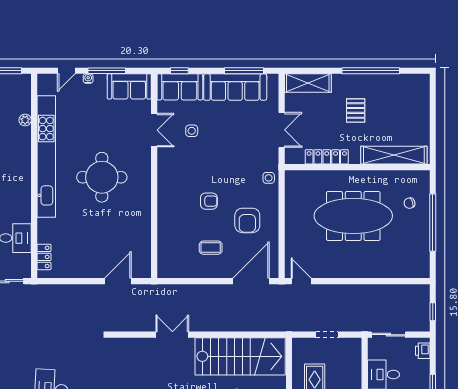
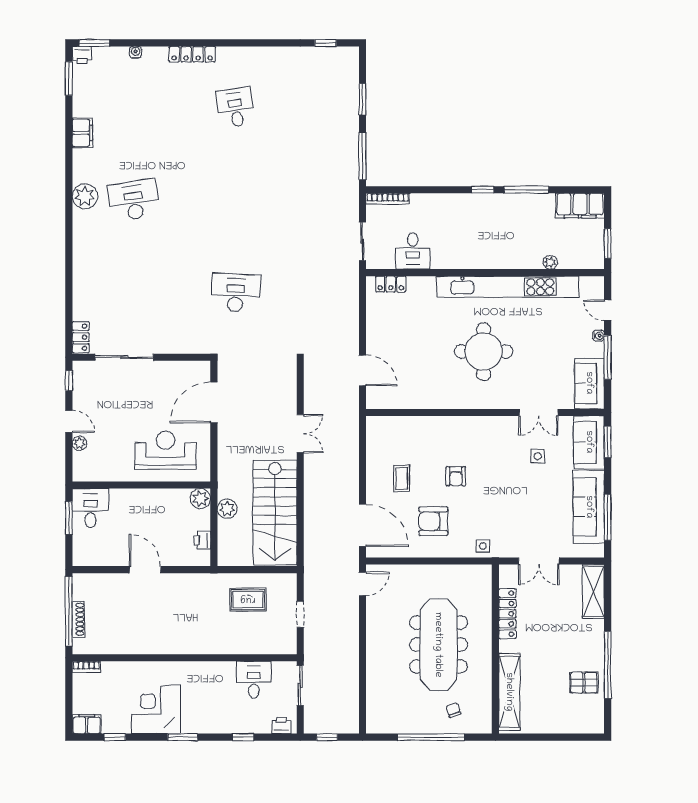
window: (179, 71) -> (608, 442), width x1.50
pallet: (356, 110) -> (584, 683), moved

